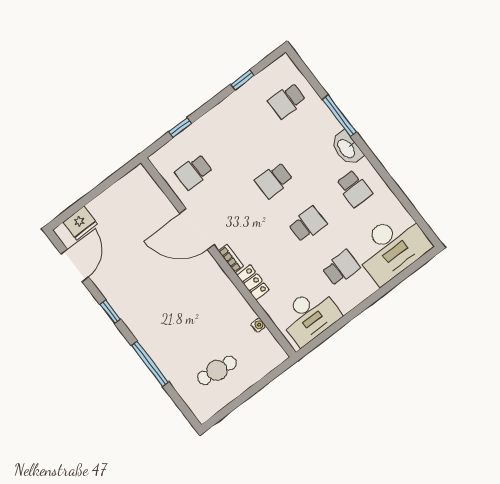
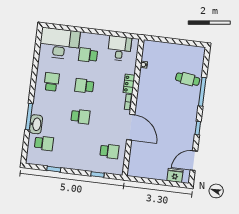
washbasin: (347, 148) -> (36, 124), moved
desk: (309, 316) -> (119, 48), width x0.73
cafe table: (217, 370) -> (188, 79), moved

